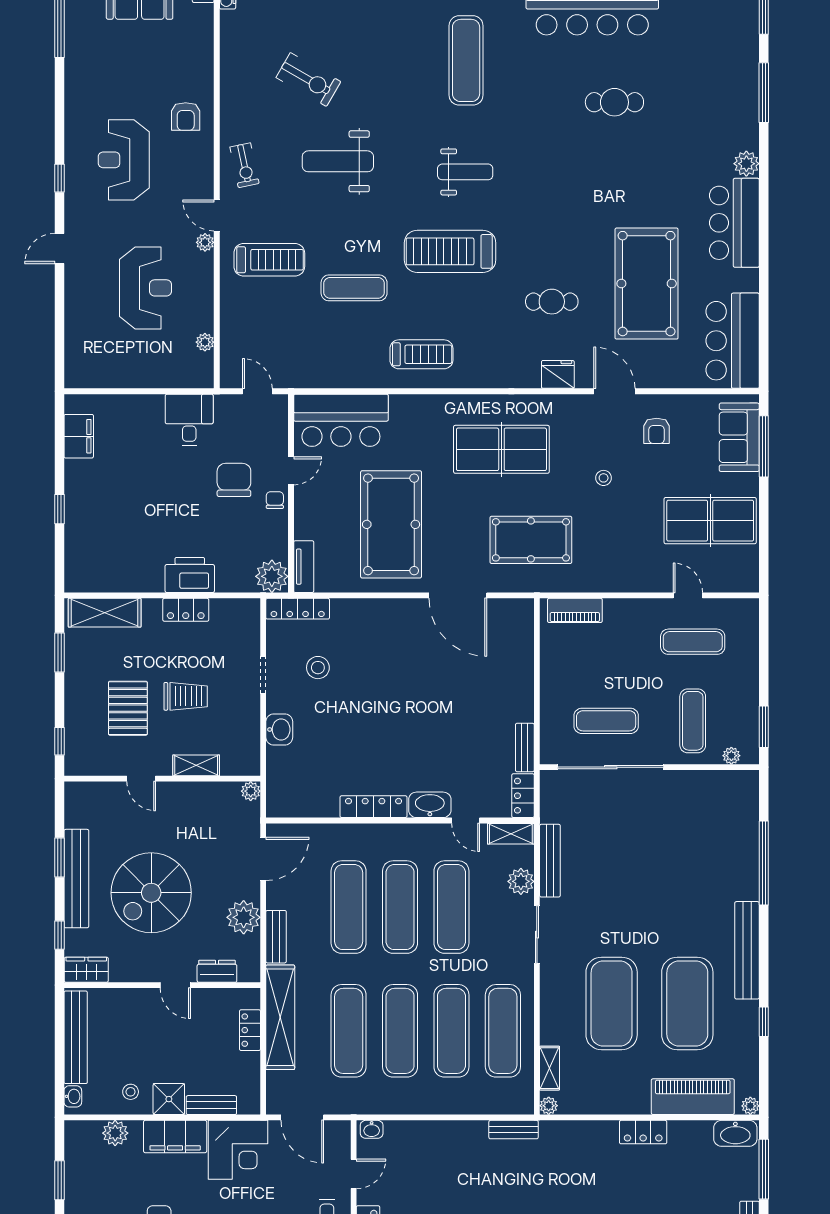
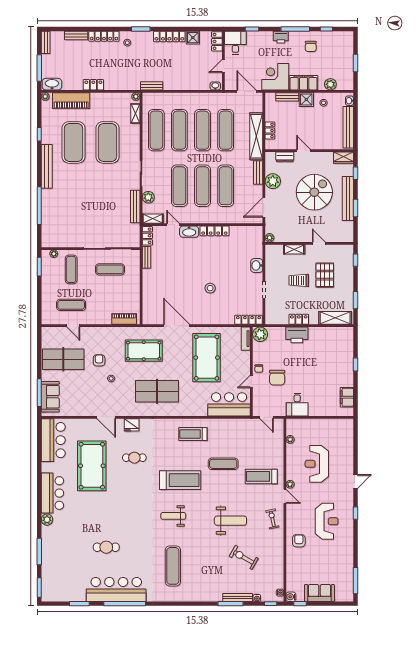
armchair: (657, 431) -> (99, 360), moved
stool: (318, 668) -> (210, 288), moved

